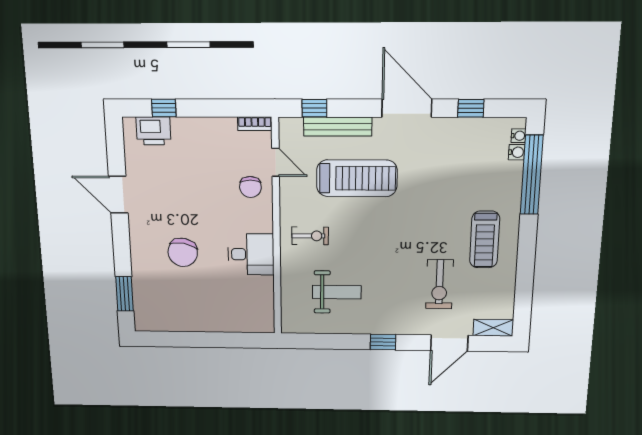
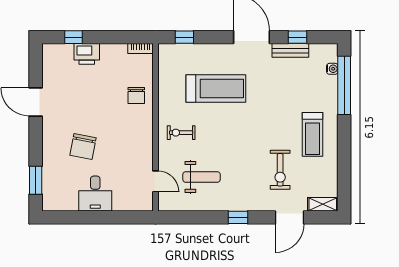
bench: (338, 127) -> (290, 50), moved, width x0.73
printer: (153, 131) -> (87, 54), moved
water cooler: (519, 136) -> (333, 57), removed
door: (276, 162) -> (155, 181), moved
exercise bike: (310, 236) -> (181, 133), turned 180
desk: (251, 254) -> (95, 194), moved, turned 90

